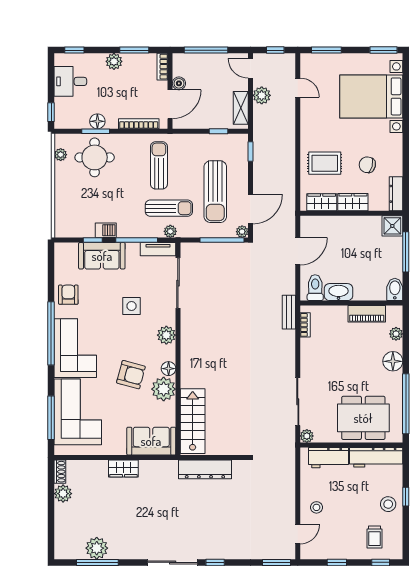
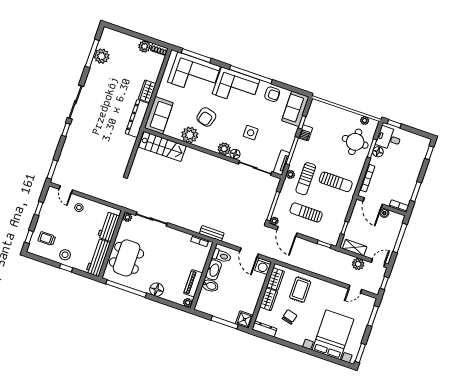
plant: (114, 61) -> (413, 176), removed
desk: (70, 81) -> (389, 138), moved, turned -90
sun lounger: (215, 192) -> (306, 212), width x0.73, depth x0.75
washing machine: (310, 225) -> (263, 266), added
sofa: (102, 256) -> (295, 109), moved
bidet: (395, 289) -> (210, 286), moved
plant: (396, 334) -> (188, 303), moved
floor lamp: (169, 369) -> (235, 154), moved
dresser: (205, 469) -> (137, 119), moved

